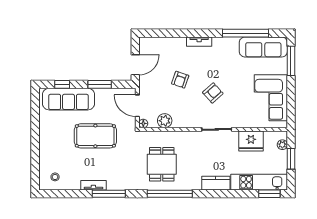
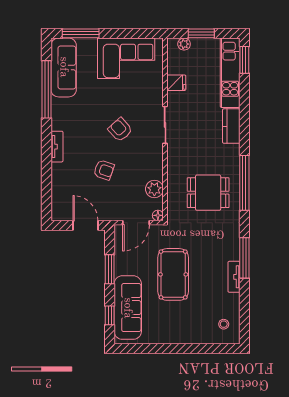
fridge: (251, 141) -> (176, 83), width x0.53, depth x0.75

